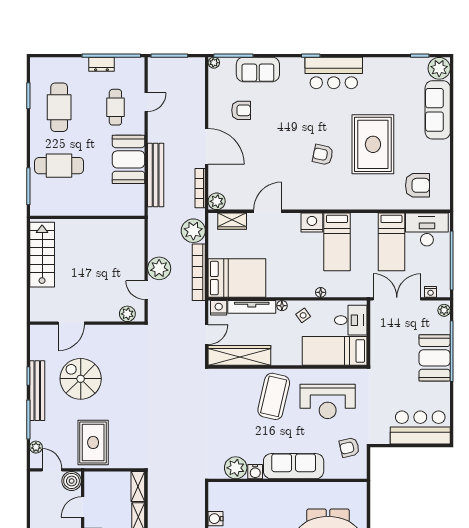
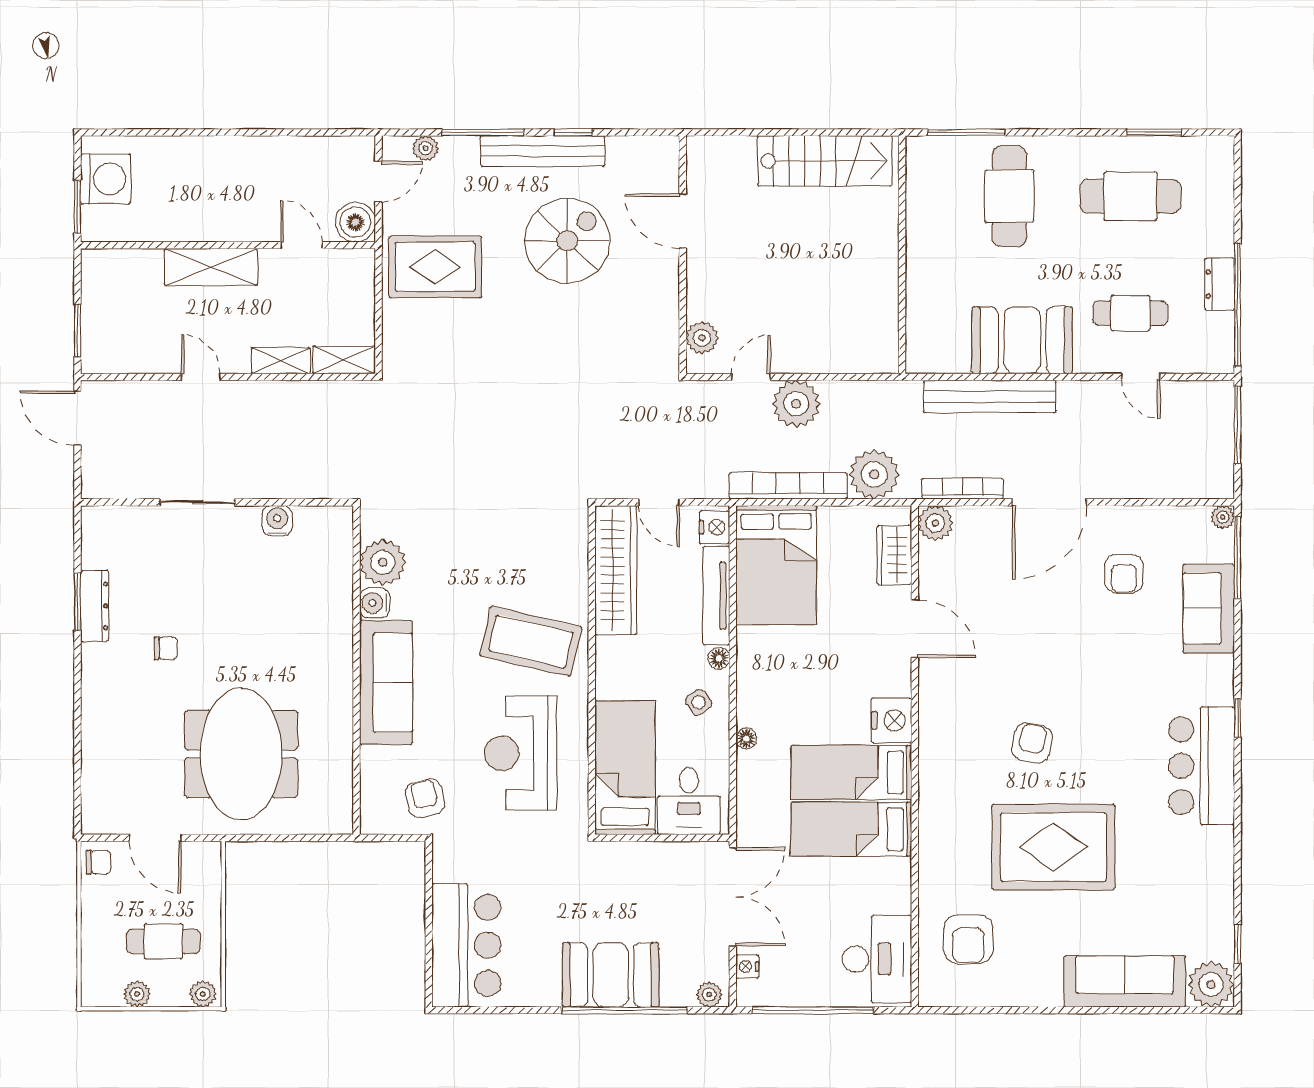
bed: (391, 242) -> (851, 829), moved

